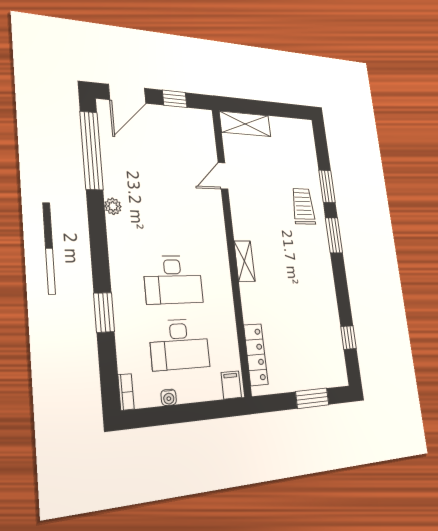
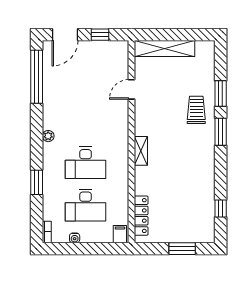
shelving: (245, 124) -> (165, 49), width x1.47
plant: (113, 206) -> (48, 136), moved

